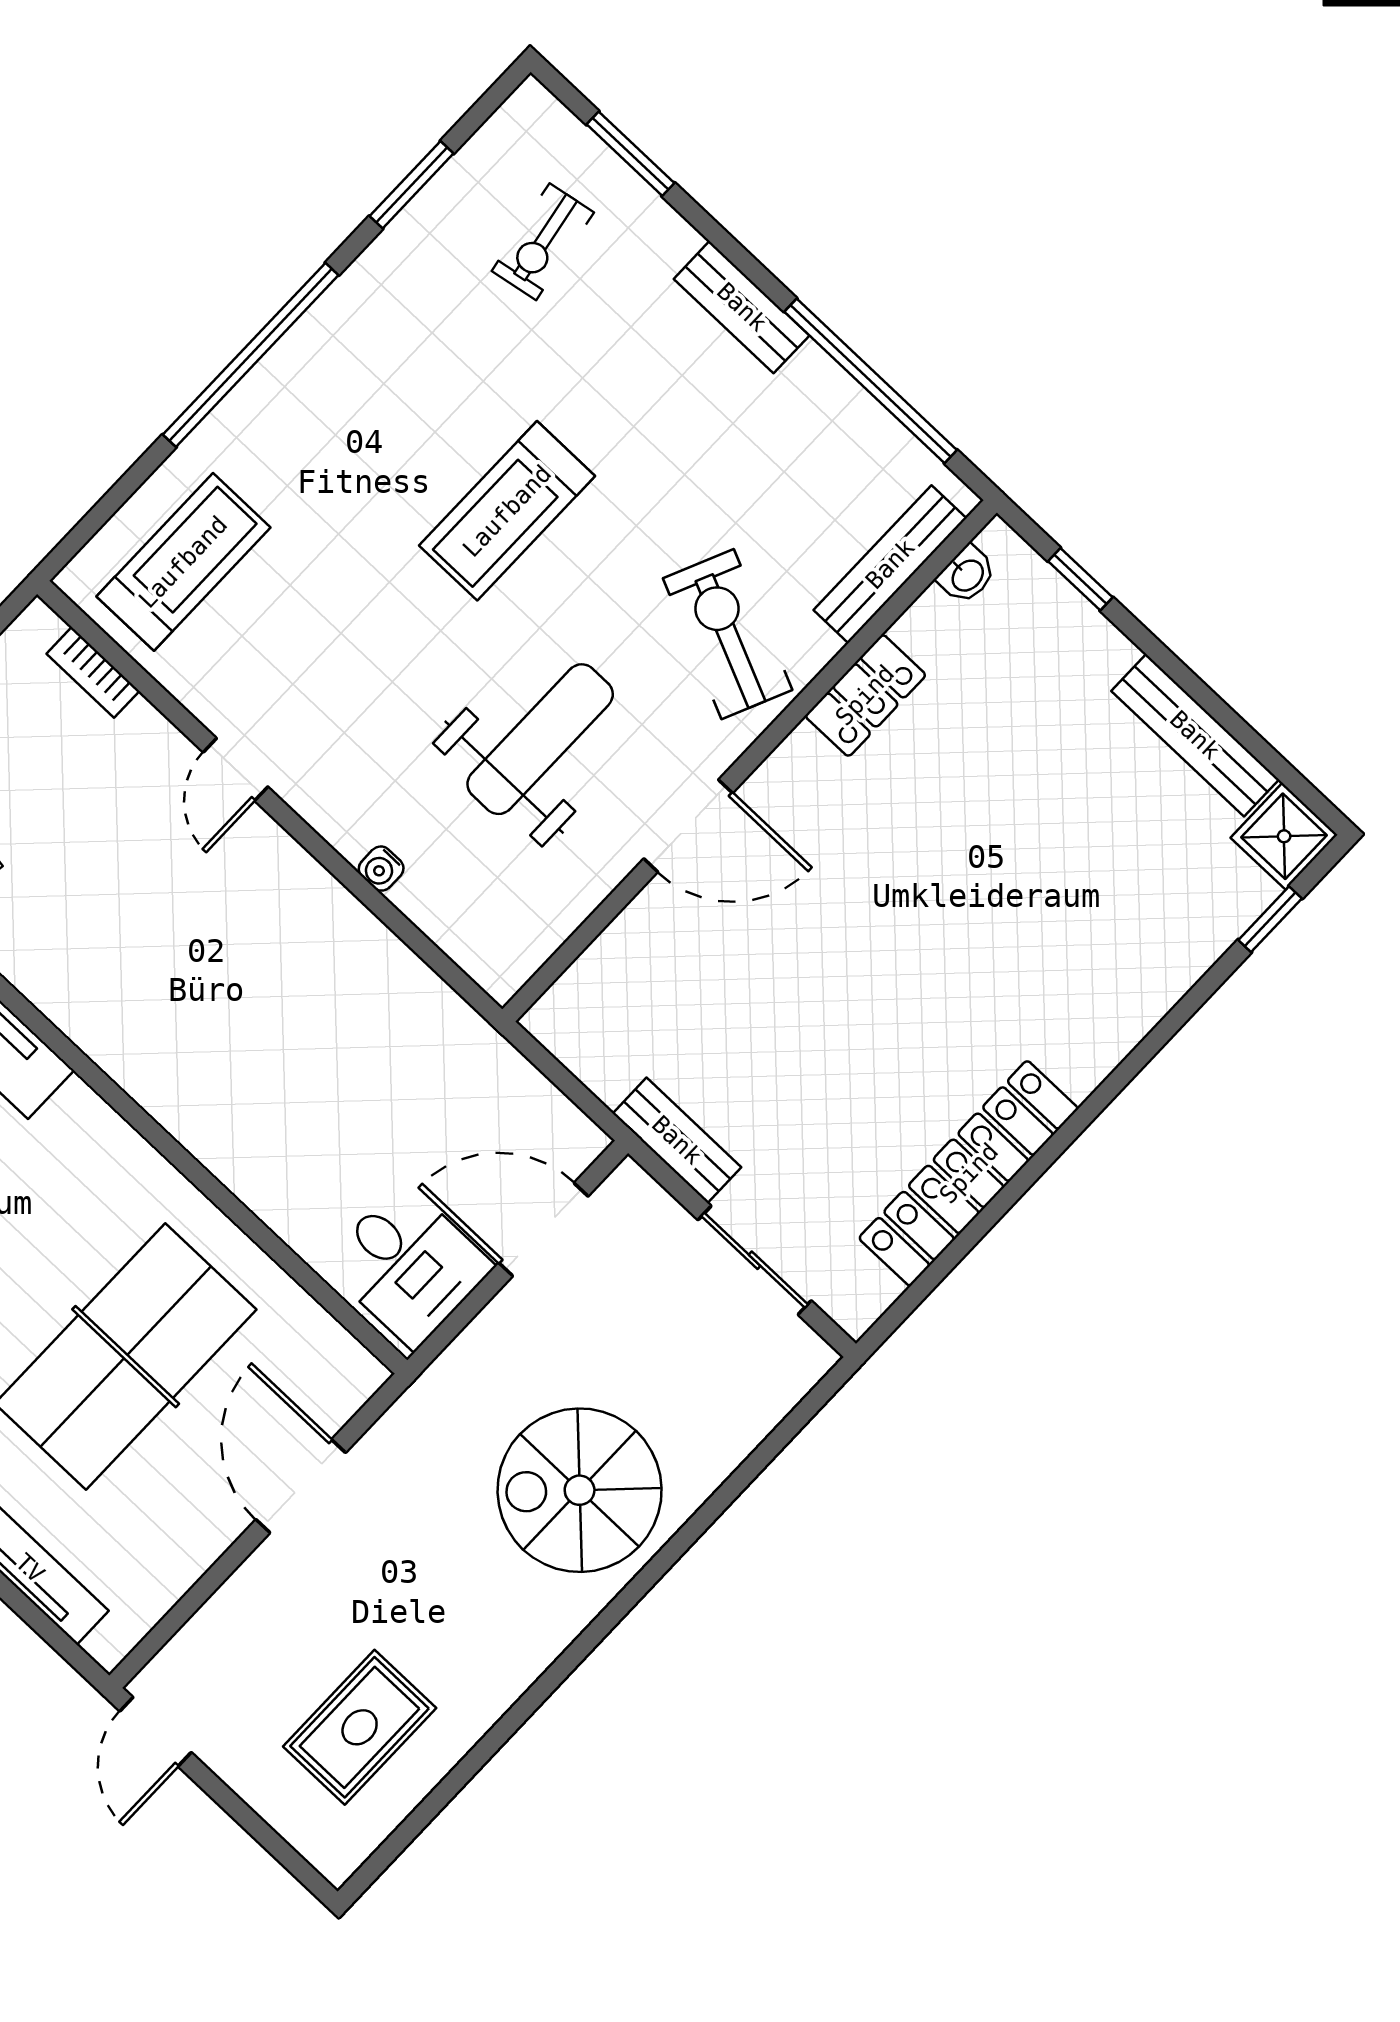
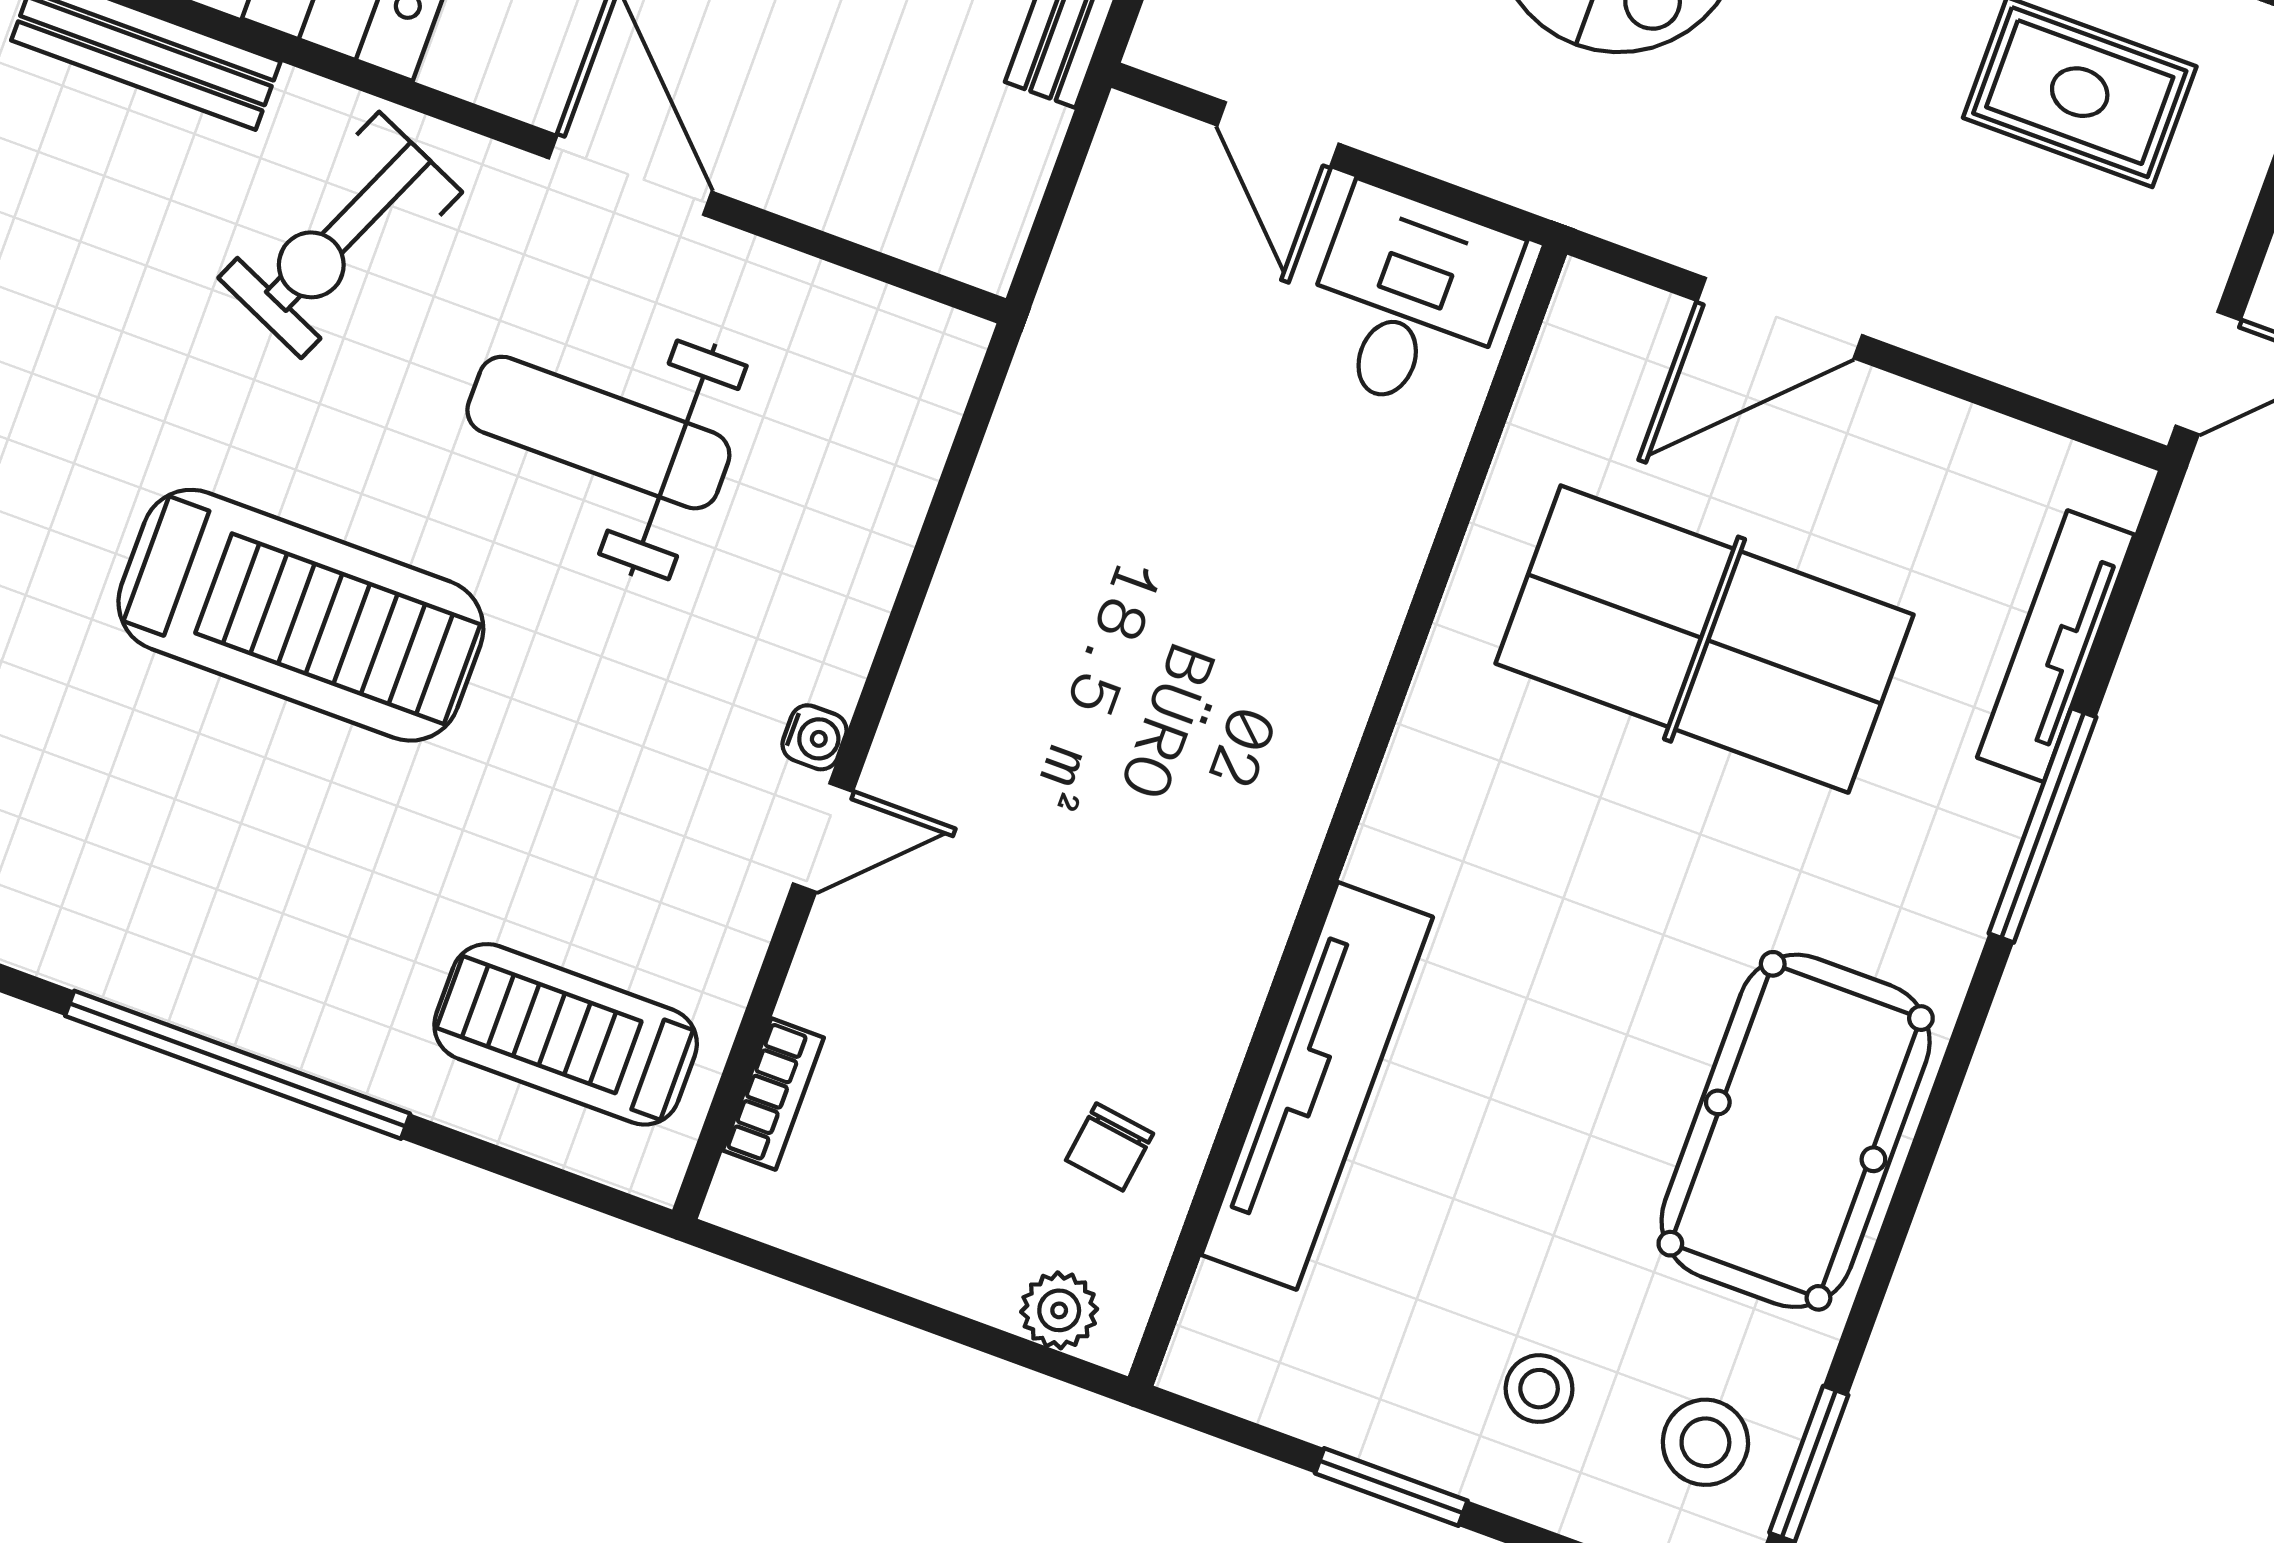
treadmill: (507, 511) -> (301, 615), width x1.37, depth x1.38
water cooler: (381, 869) -> (814, 737), moved
door: (543, 1230) -> (1278, 135), width x0.73

